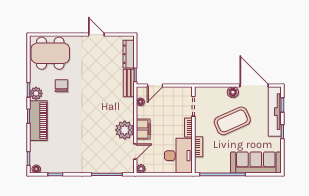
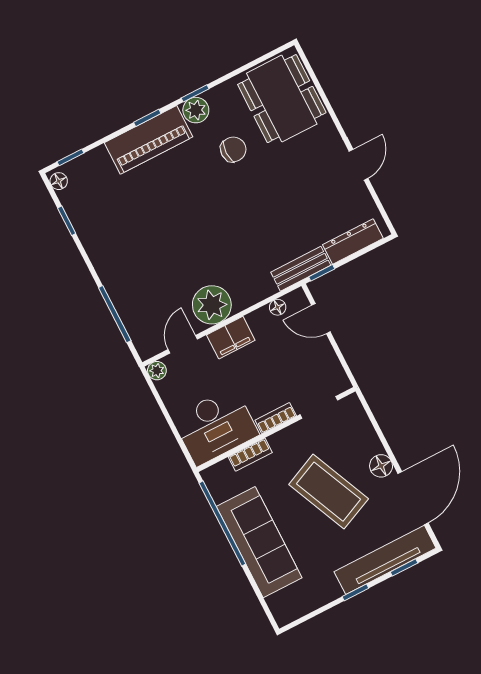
door: (135, 152) -> (183, 344), swing flipped
sofa: (256, 163) -> (259, 542), moved

